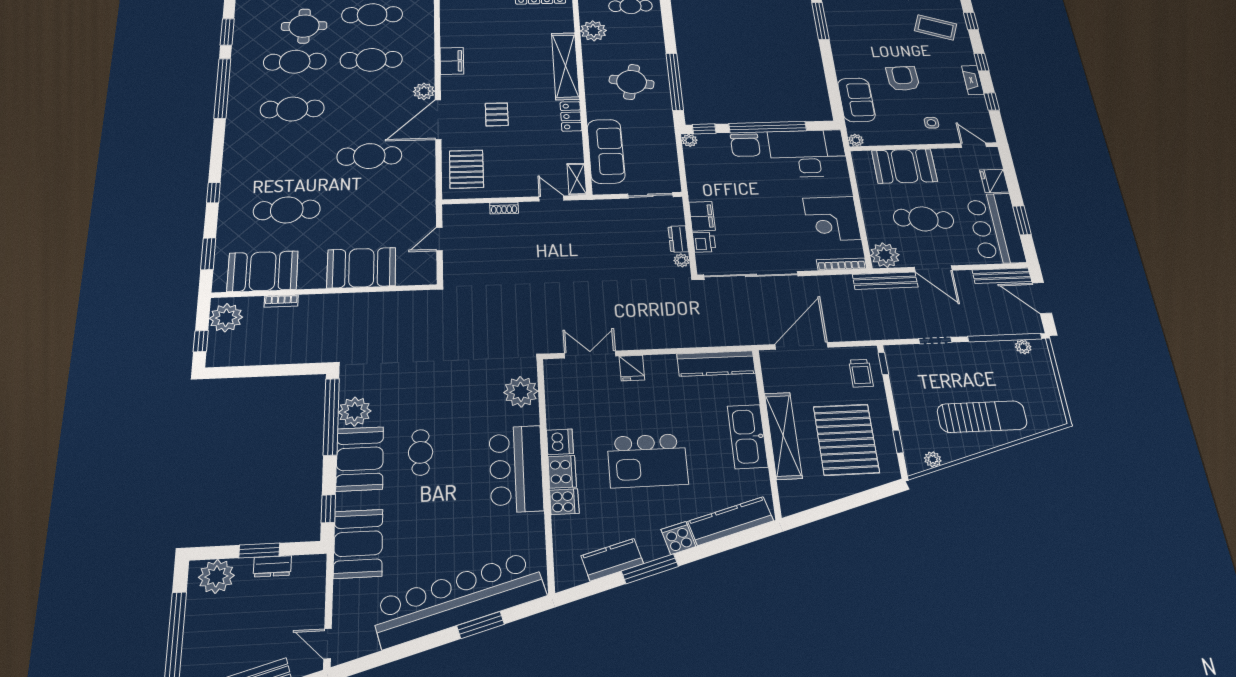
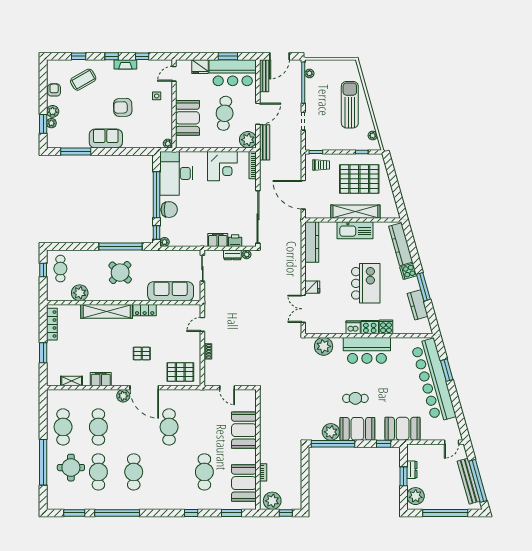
coffee table: (936, 27) -> (83, 80), turned 40
round table: (632, 82) -> (120, 273), turned 31
sofa: (856, 100) -> (106, 138), moved
shelving: (577, 179) -> (72, 381), moved

